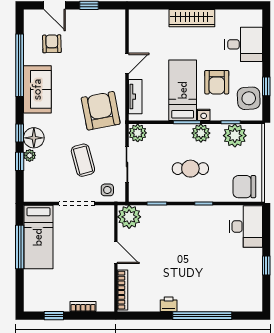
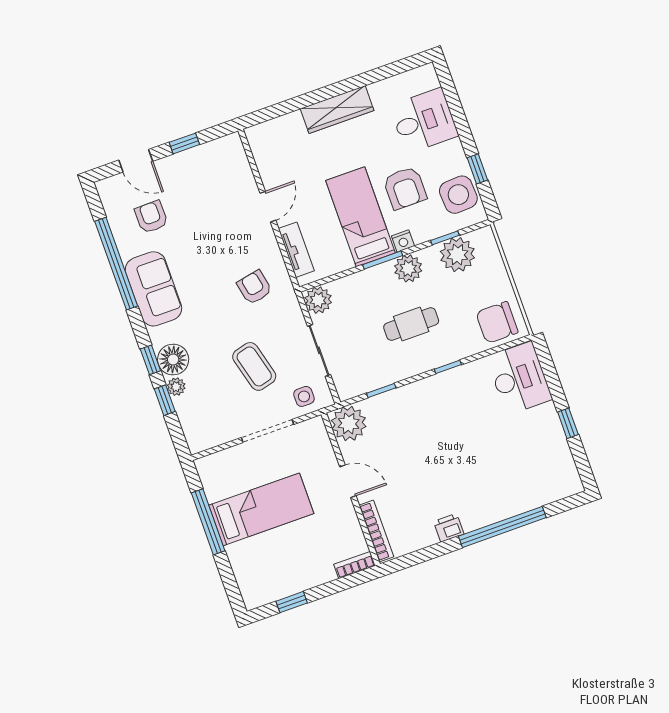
armchair: (101, 111) -> (254, 287), width x0.53, depth x0.53
bed: (38, 237) -> (261, 509), moved, turned -90
bookcase: (83, 307) -> (355, 565), moved

